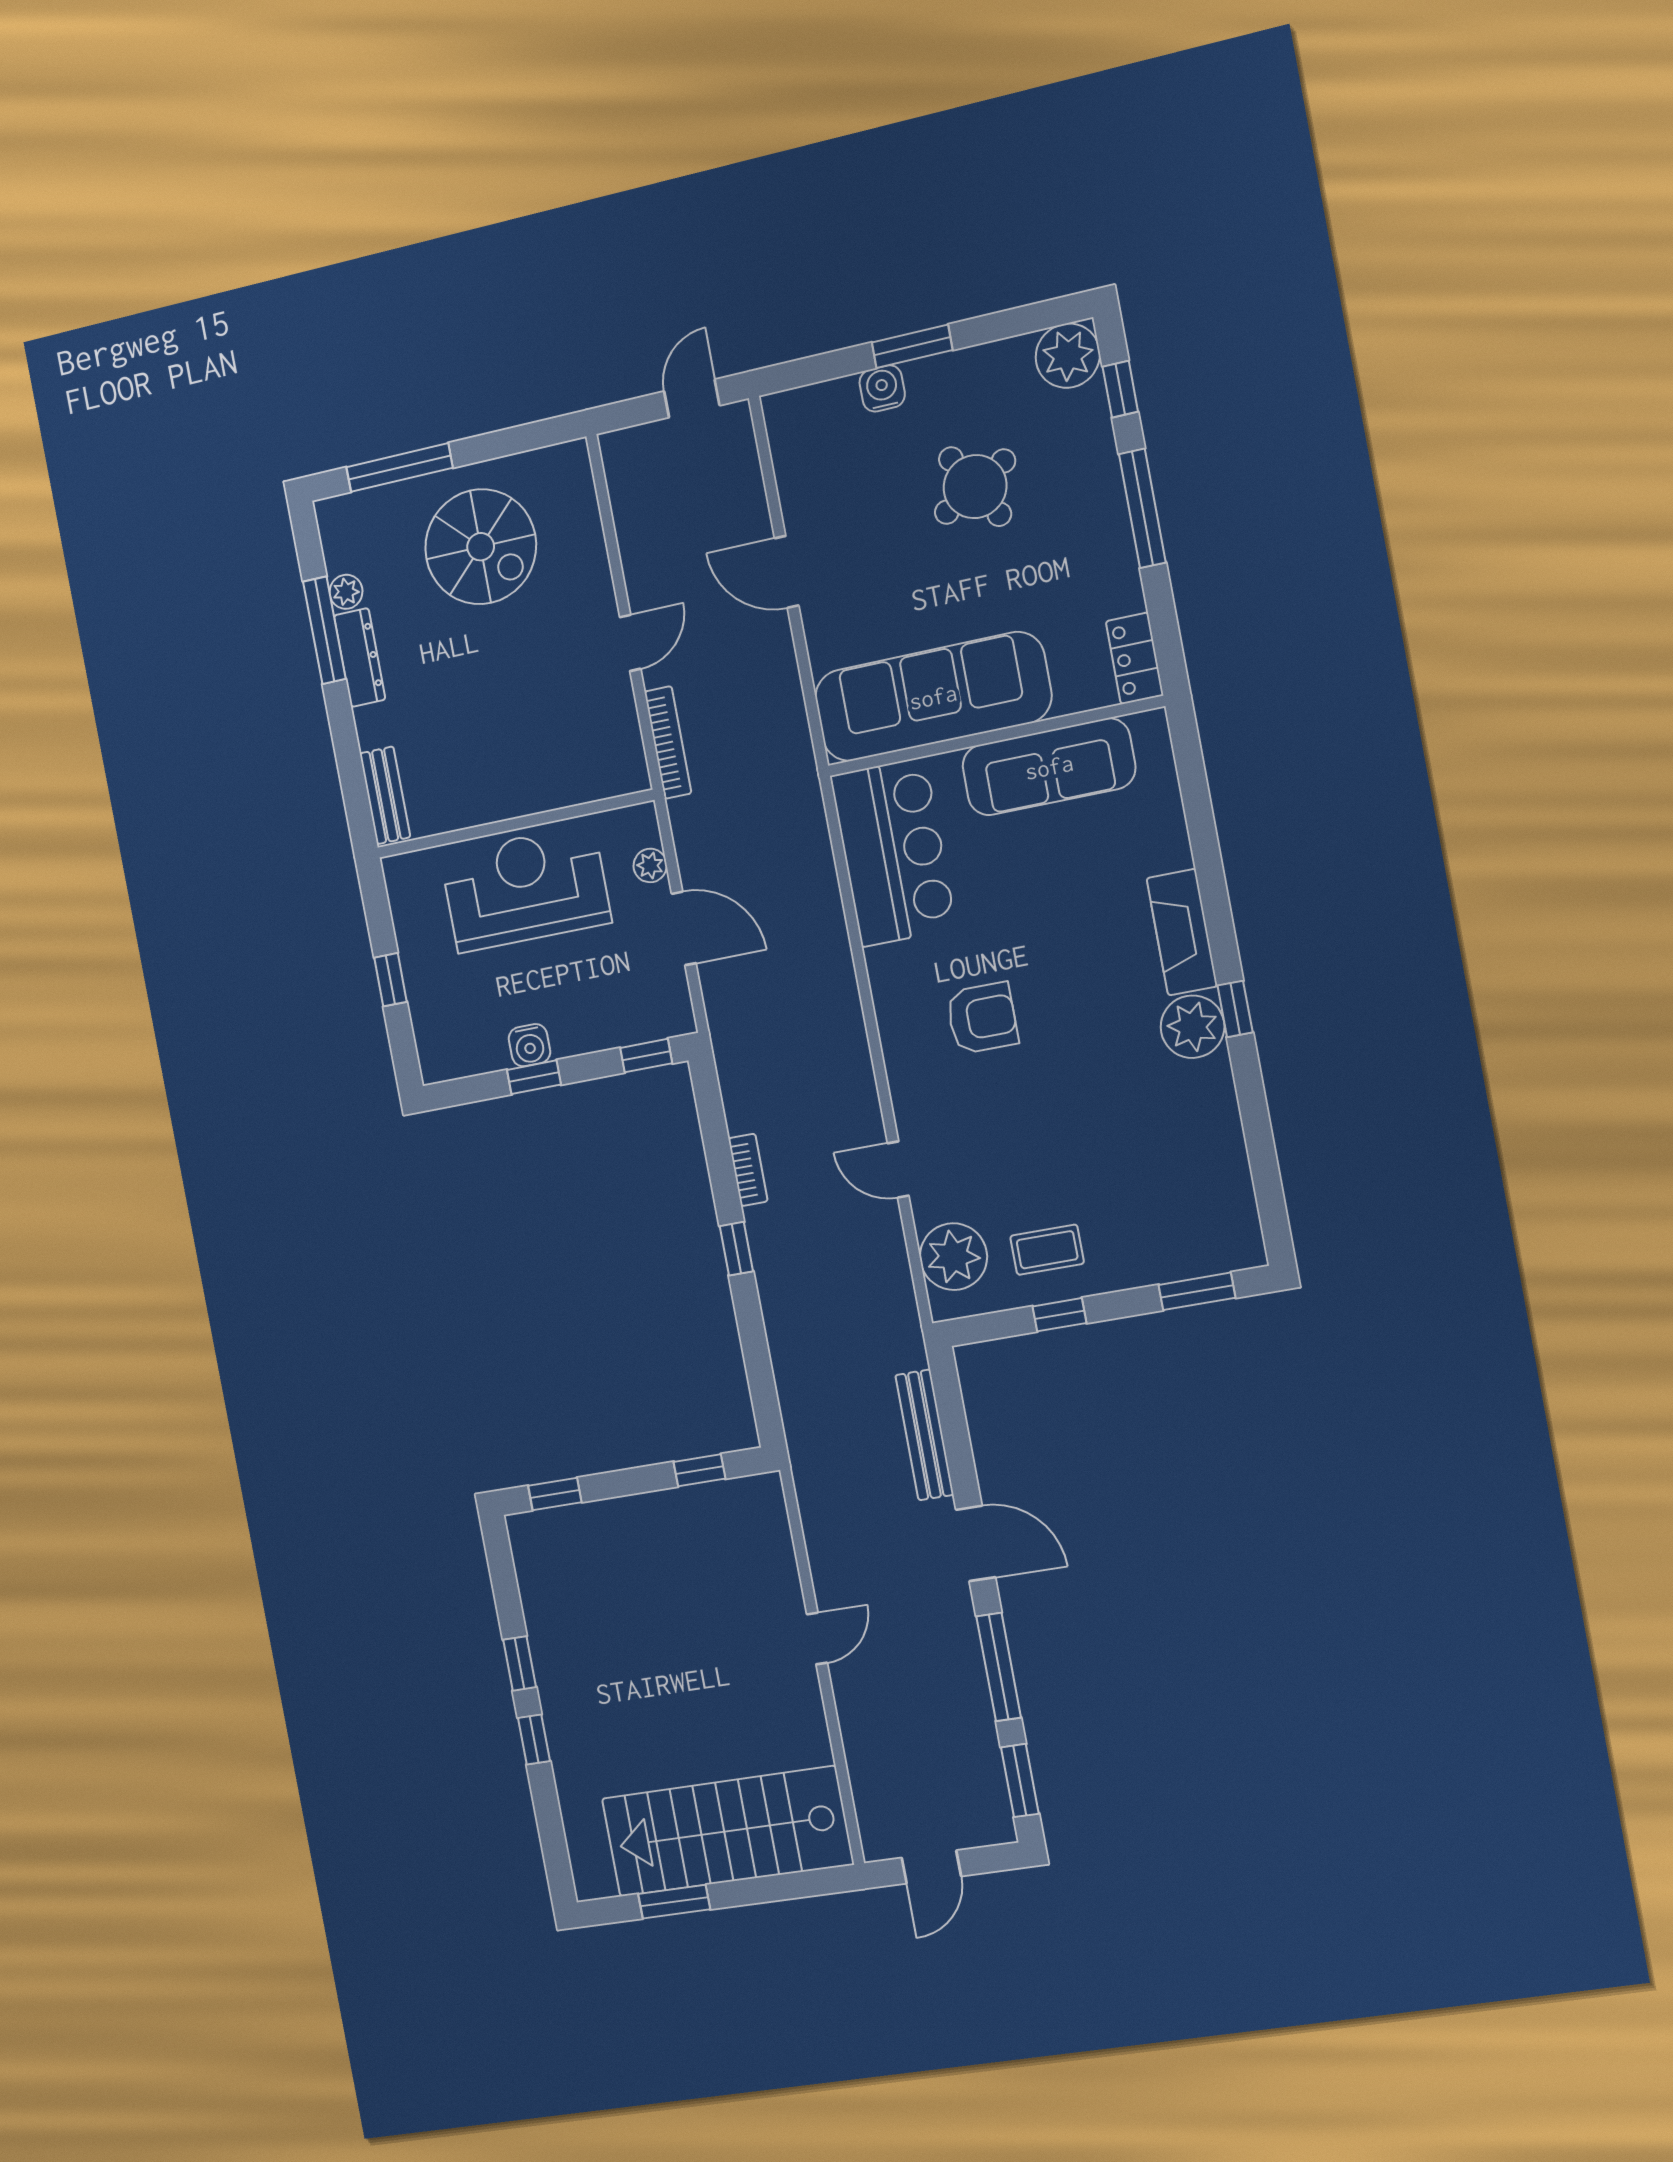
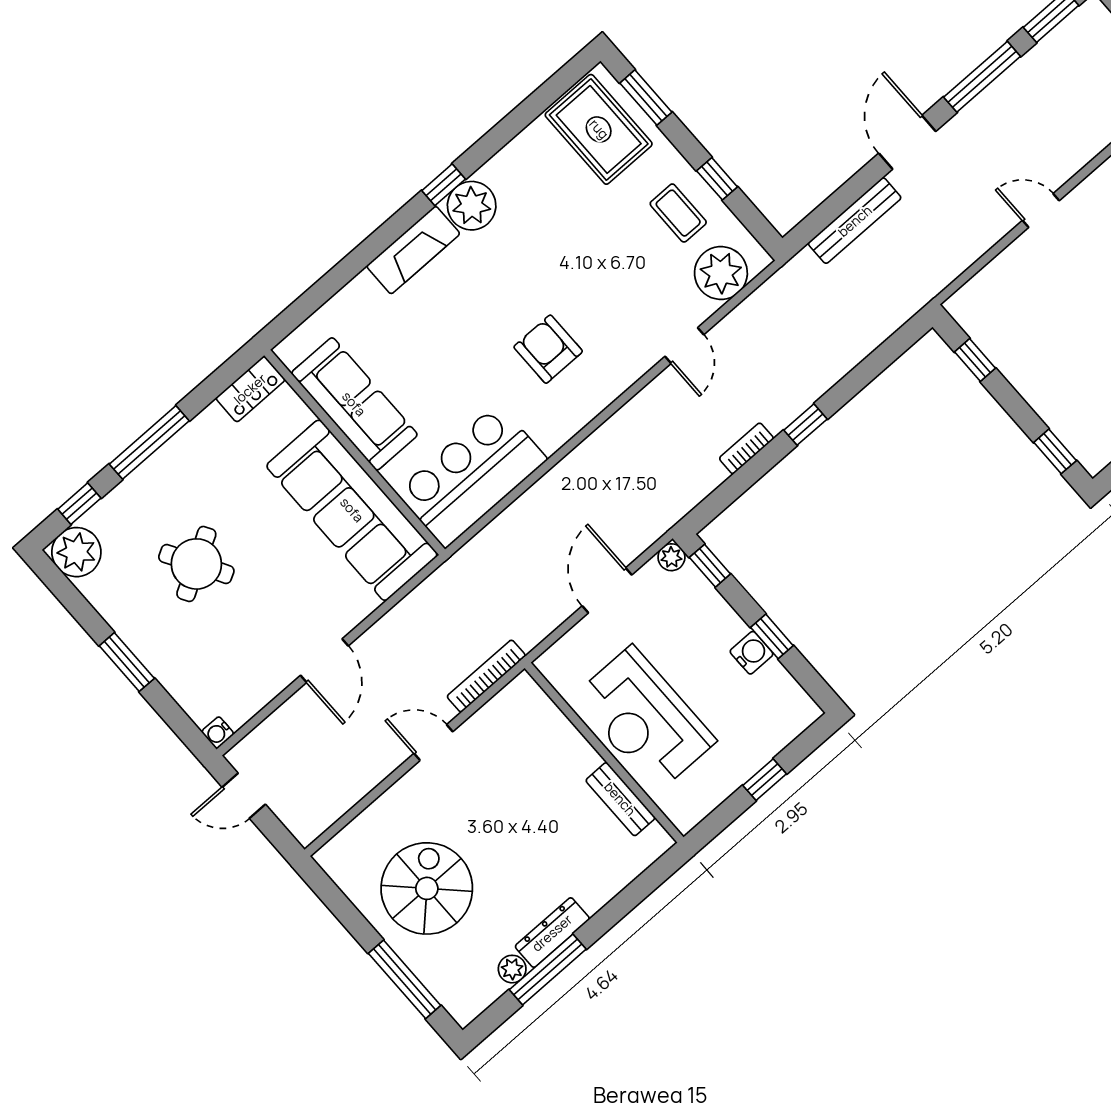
water cooler: (882, 388) -> (218, 733), moved, width x0.72, depth x0.72
bench: (385, 795) -> (620, 799), moved, turned 90
plant: (650, 865) -> (671, 557), moved
rug: (1193, 1218) -> (599, 129), added

